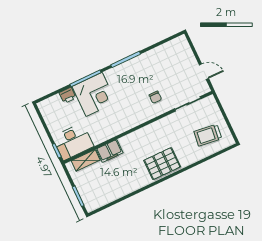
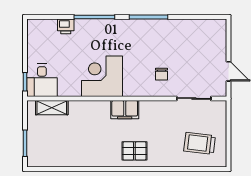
corner desk: (94, 94) -> (102, 76), moved, turned 180
desk: (73, 142) -> (42, 80), width x0.73
filing cabinet: (110, 151) -> (125, 110), moved
pallet: (162, 164) -> (134, 151), width x0.67, depth x0.71

